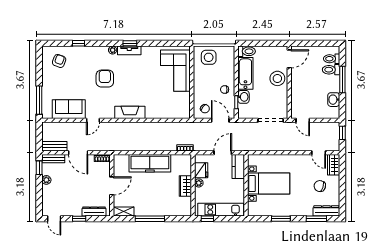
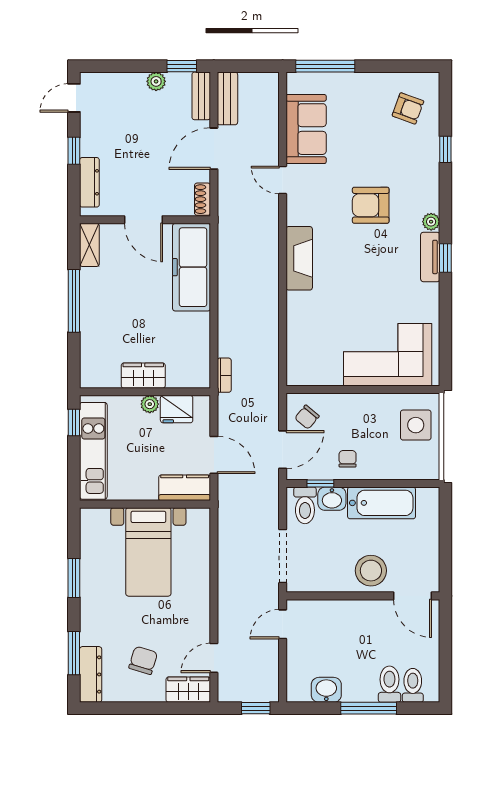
toilet: (247, 51) -> (305, 505), moved
armchair: (105, 79) -> (371, 205), turned 180
freezer: (150, 163) -> (192, 267), moved

